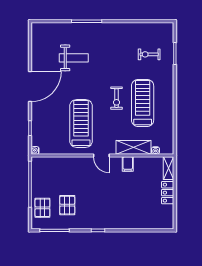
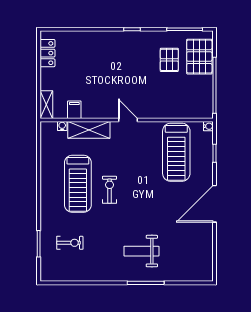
weight bench: (74, 58) -> (141, 251), moved
treadmill: (81, 123) -> (176, 152), moved
filing cabinet: (128, 164) -> (74, 110), moved
locker: (168, 193) -> (47, 53), moved
pallet: (42, 208) -> (199, 57), width x1.50, depth x1.42

